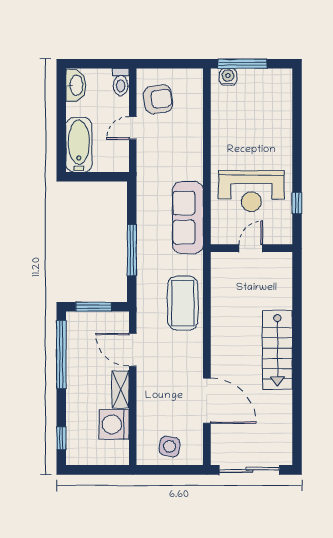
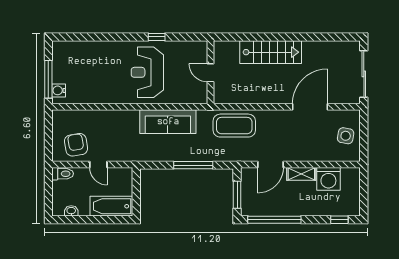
washbasin: (76, 85) -> (71, 211), width x0.52, depth x0.69
reception desk: (251, 191) -> (147, 72), turned 180
door: (251, 248) -> (210, 73), moved
wall: (251, 248) -> (210, 72), moved

